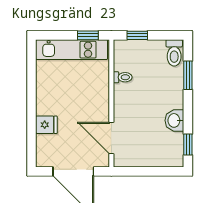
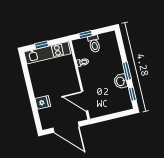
window: (88, 35) -> (41, 45), moved
toilet: (174, 53) -> (94, 44), moved
window: (188, 75) -> (127, 71), moved

